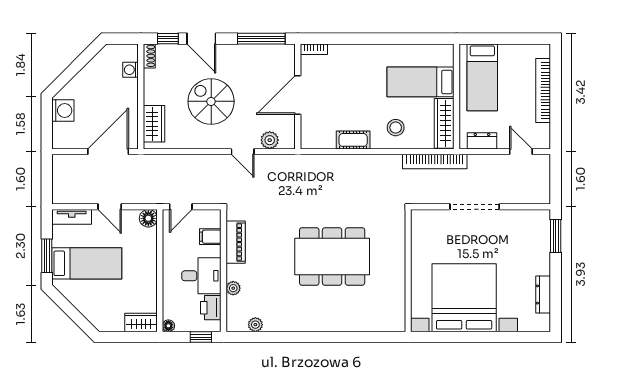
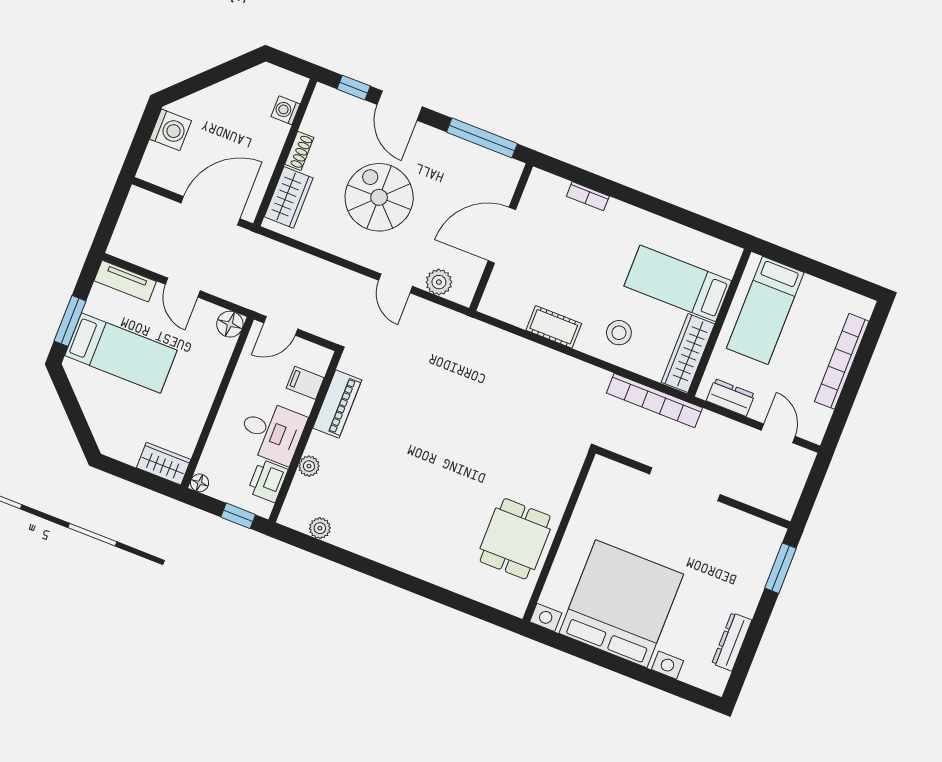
bookcase: (314, 49) -> (588, 196), moved
shoe rack: (149, 56) -> (299, 151), moved
dining table: (332, 256) -> (515, 539), moved, width x0.53, depth x0.80

